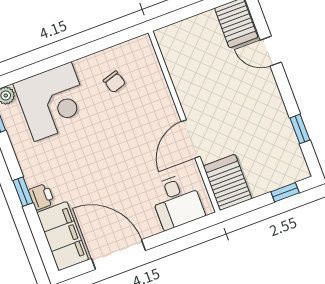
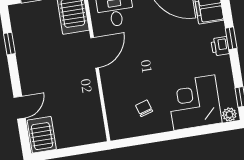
door: (271, 51) -> (20, 108), hinge flipped
printer: (41, 197) -> (220, 46), moved

